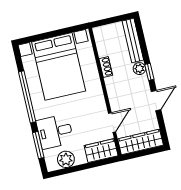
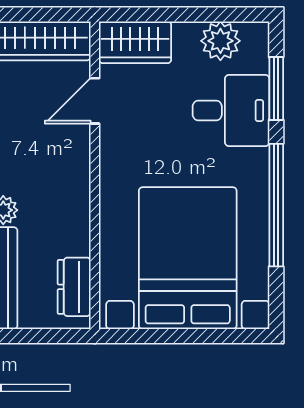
dresser: (103, 44) -> (74, 287), added
shoe rack: (106, 67) -> (79, 232), removed

